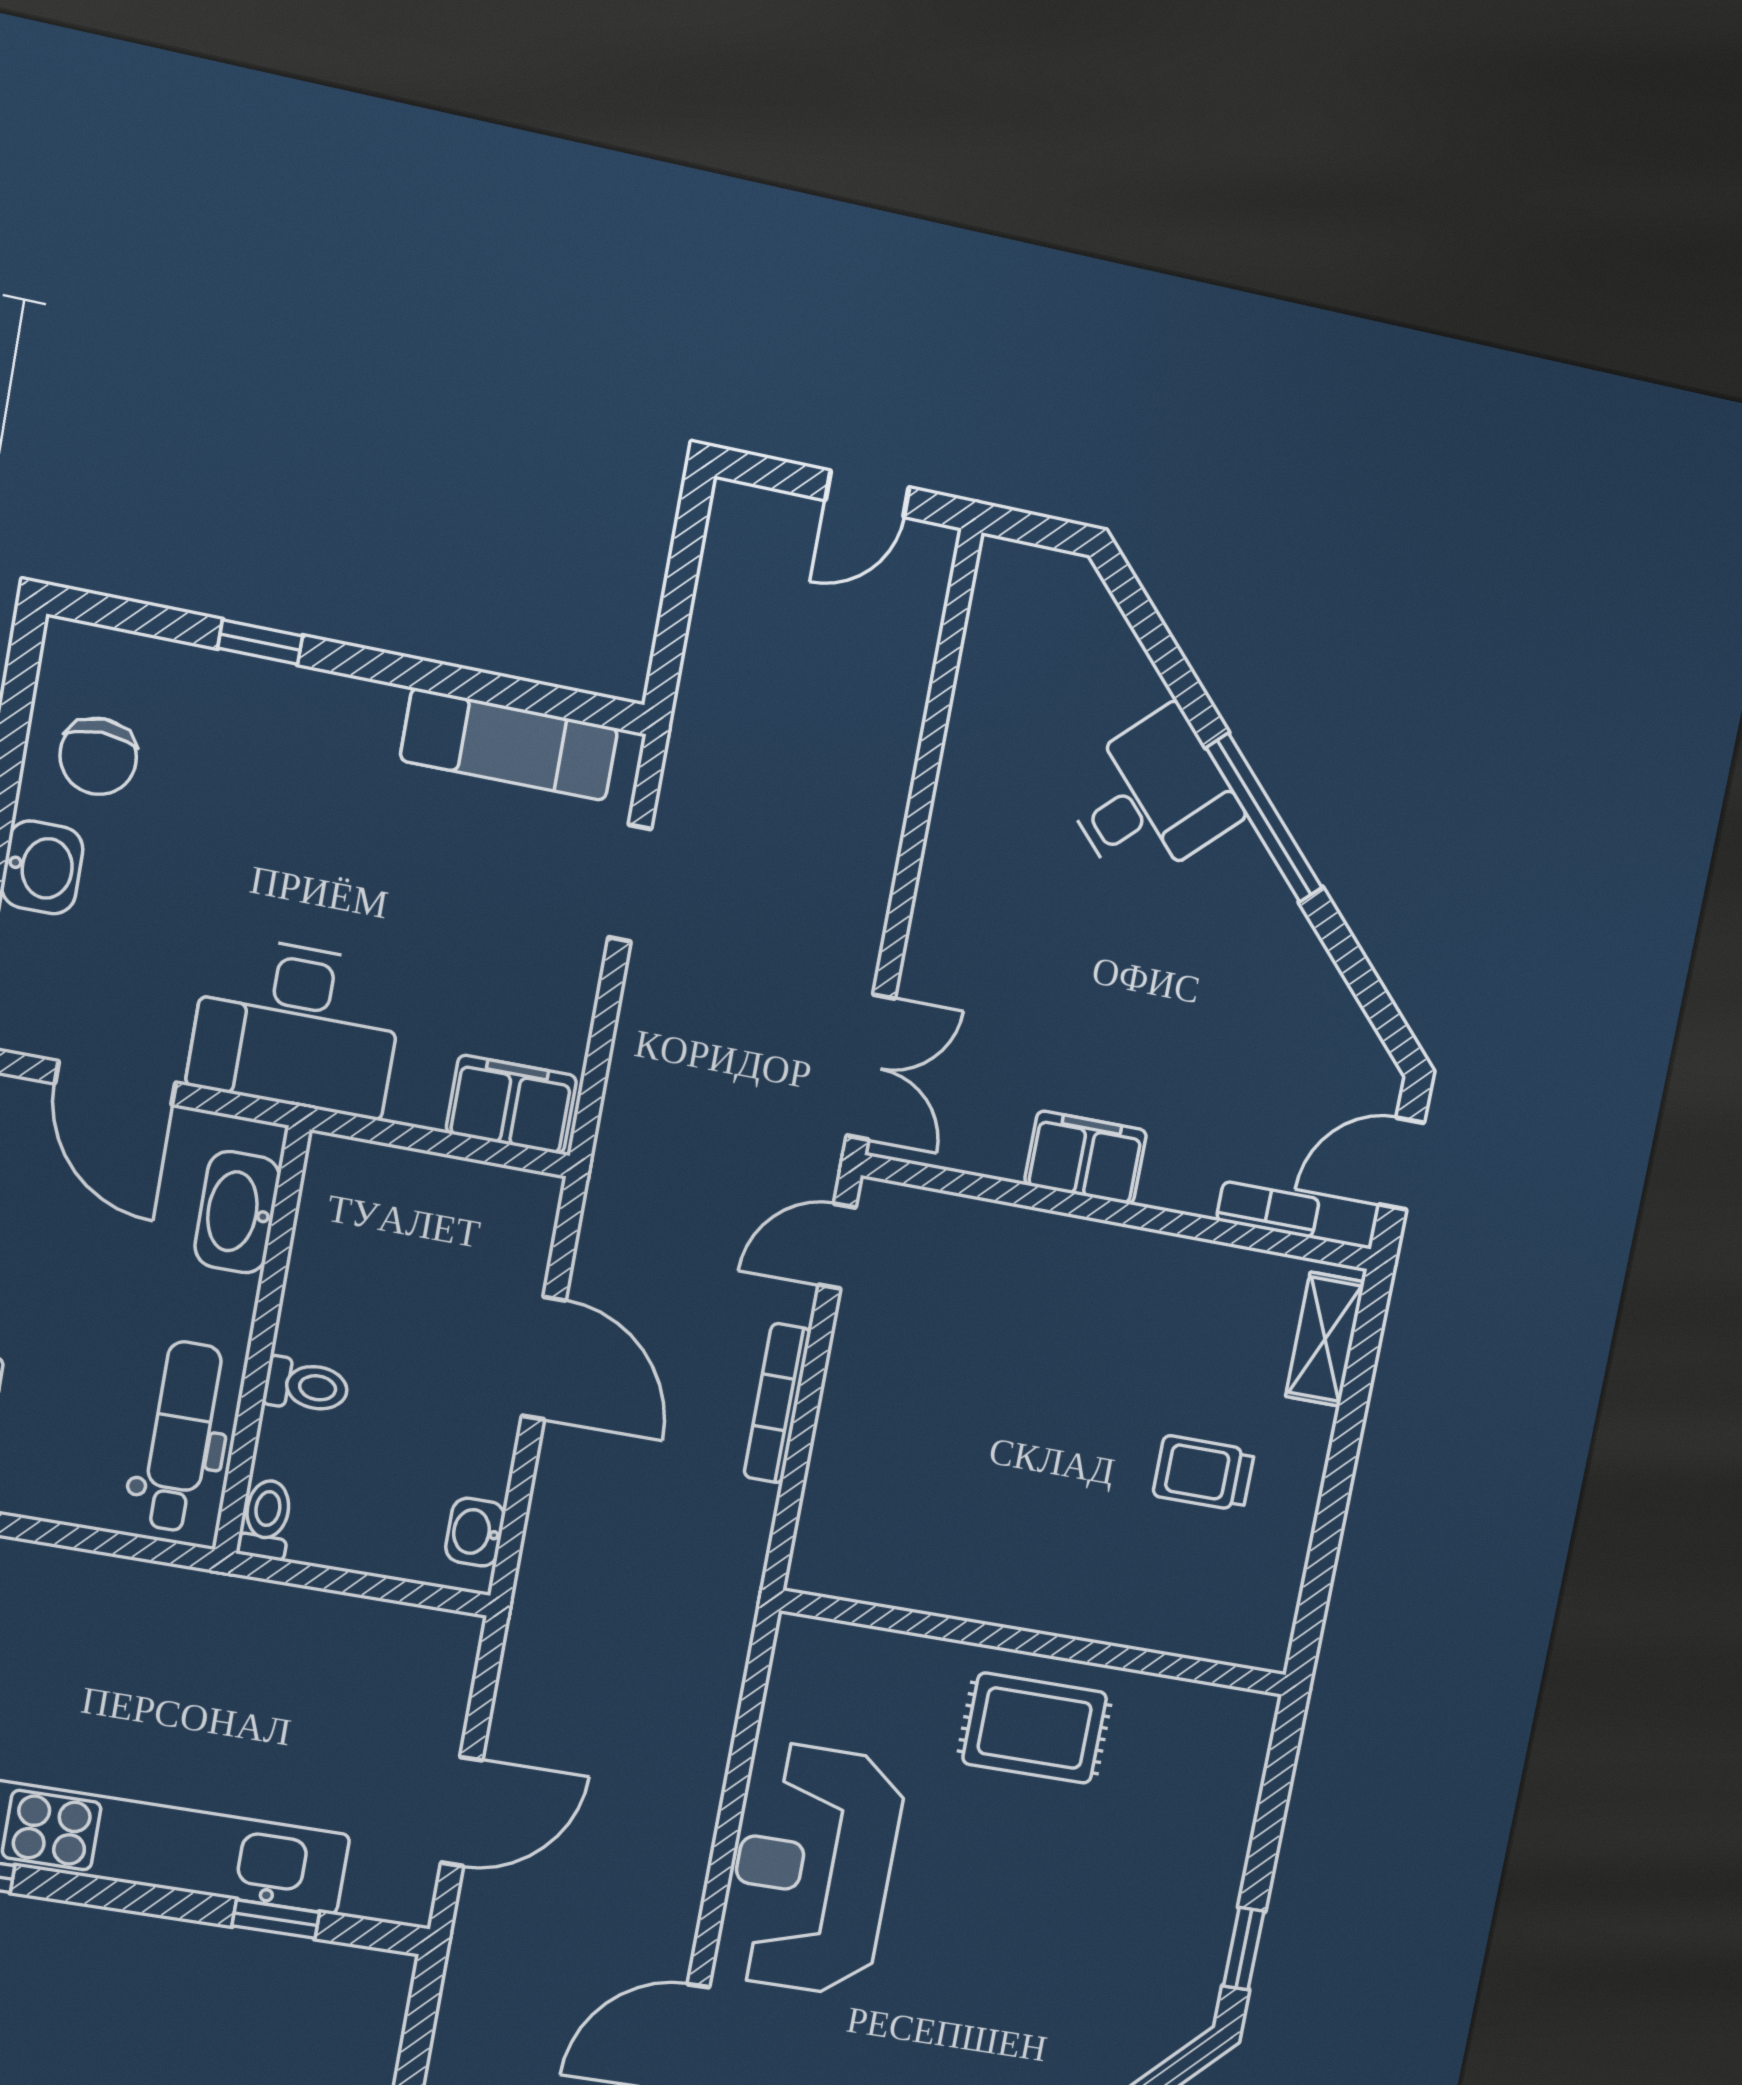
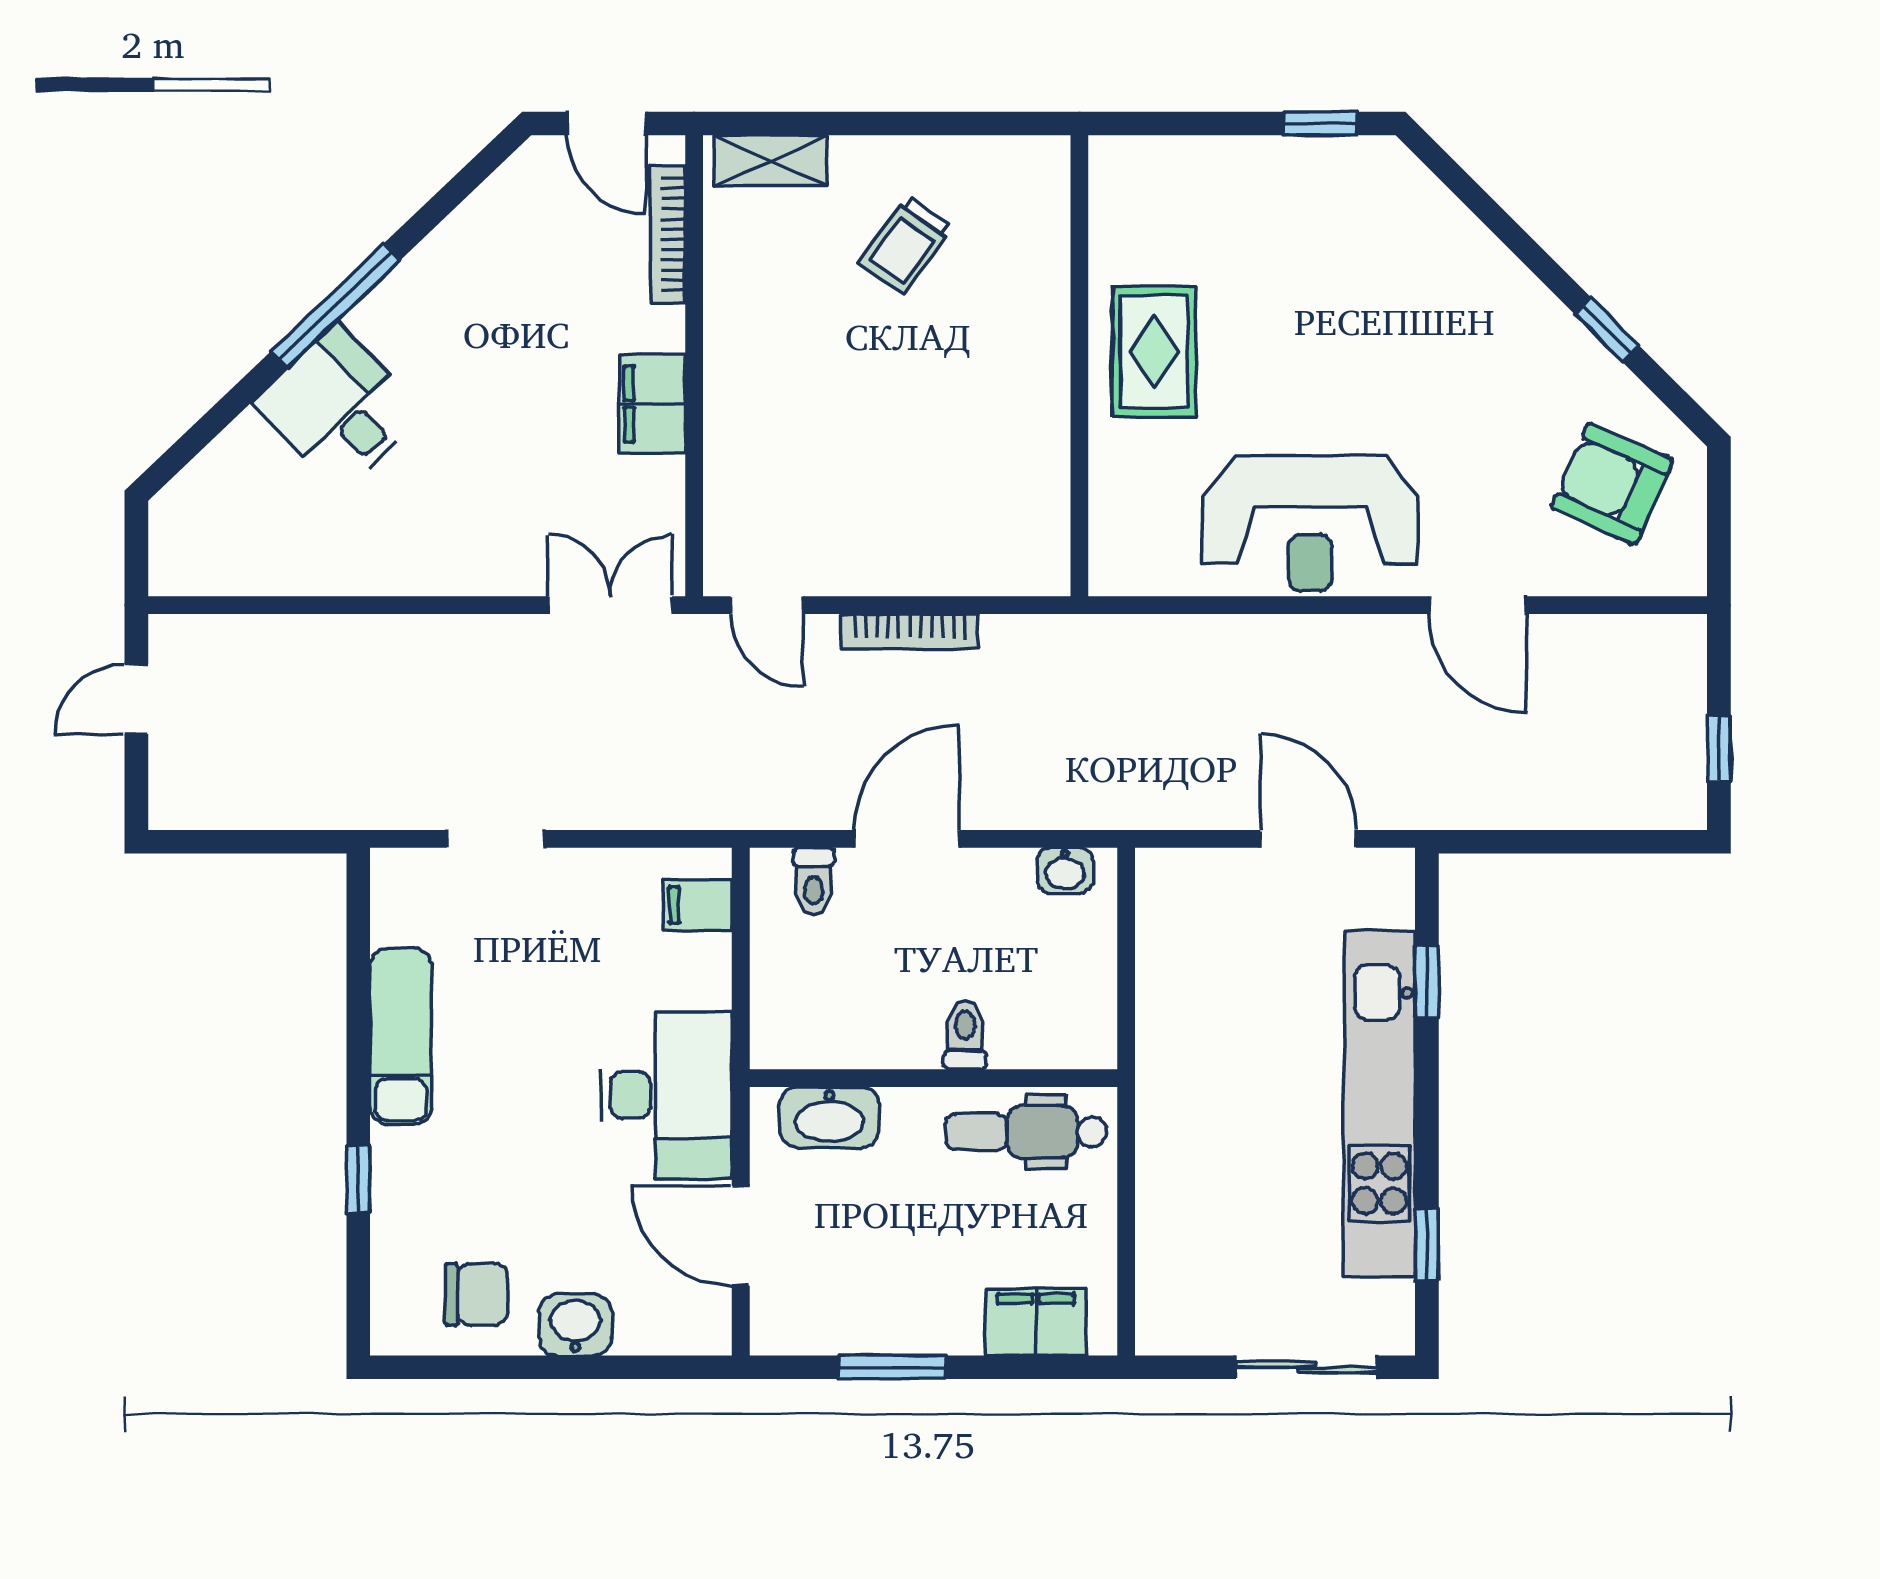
door: (867, 494) -> (136, 699), swing flipped
exam couch: (509, 744) -> (401, 1036), moved
door: (115, 1083) -> (741, 1236), swing flipped
filing cabinet: (511, 1104) -> (698, 905), width x0.50
bookcase: (1268, 1210) -> (668, 234), width x1.56
trolley: (1204, 1473) -> (906, 245), turned 36
toilet: (266, 1519) -> (814, 881), moved, turned -90

